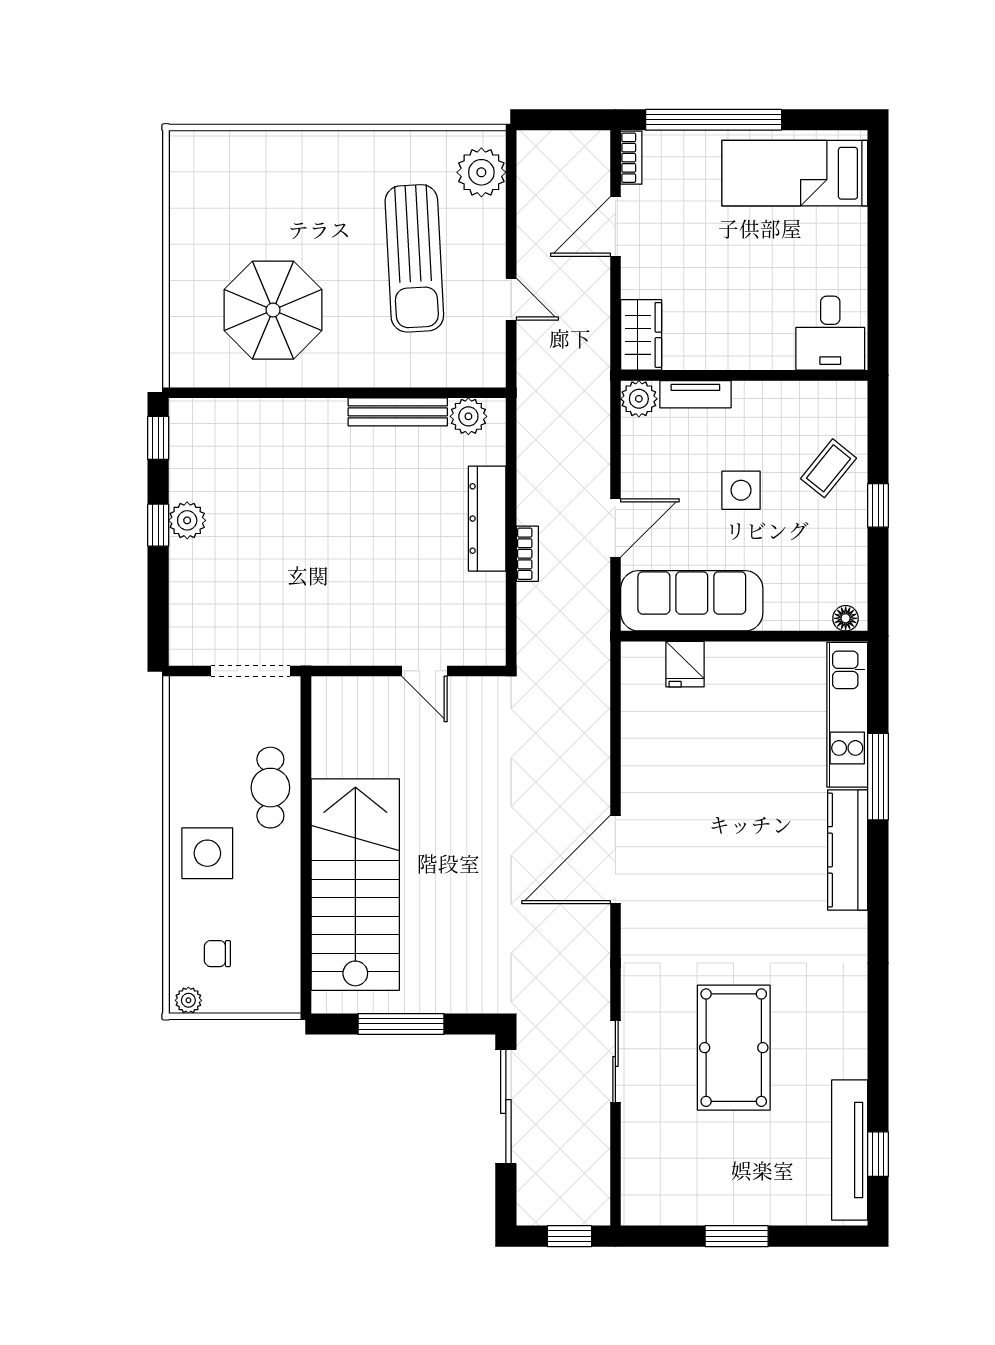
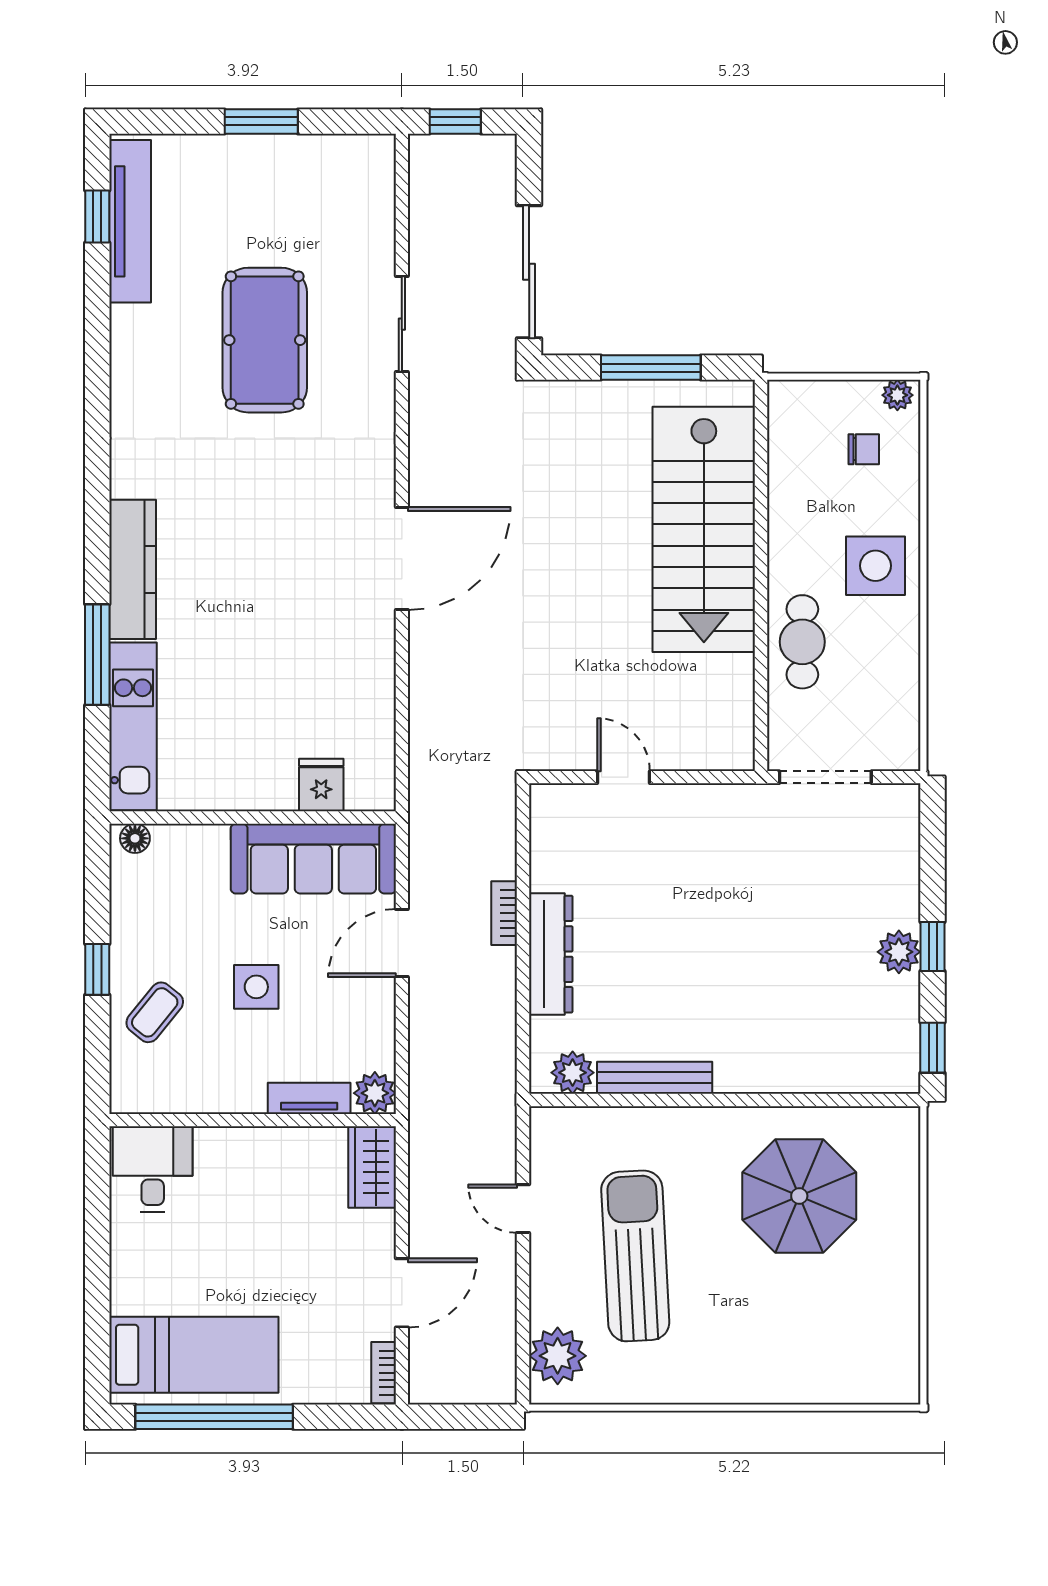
window: (714, 120) -> (214, 1417), moved

